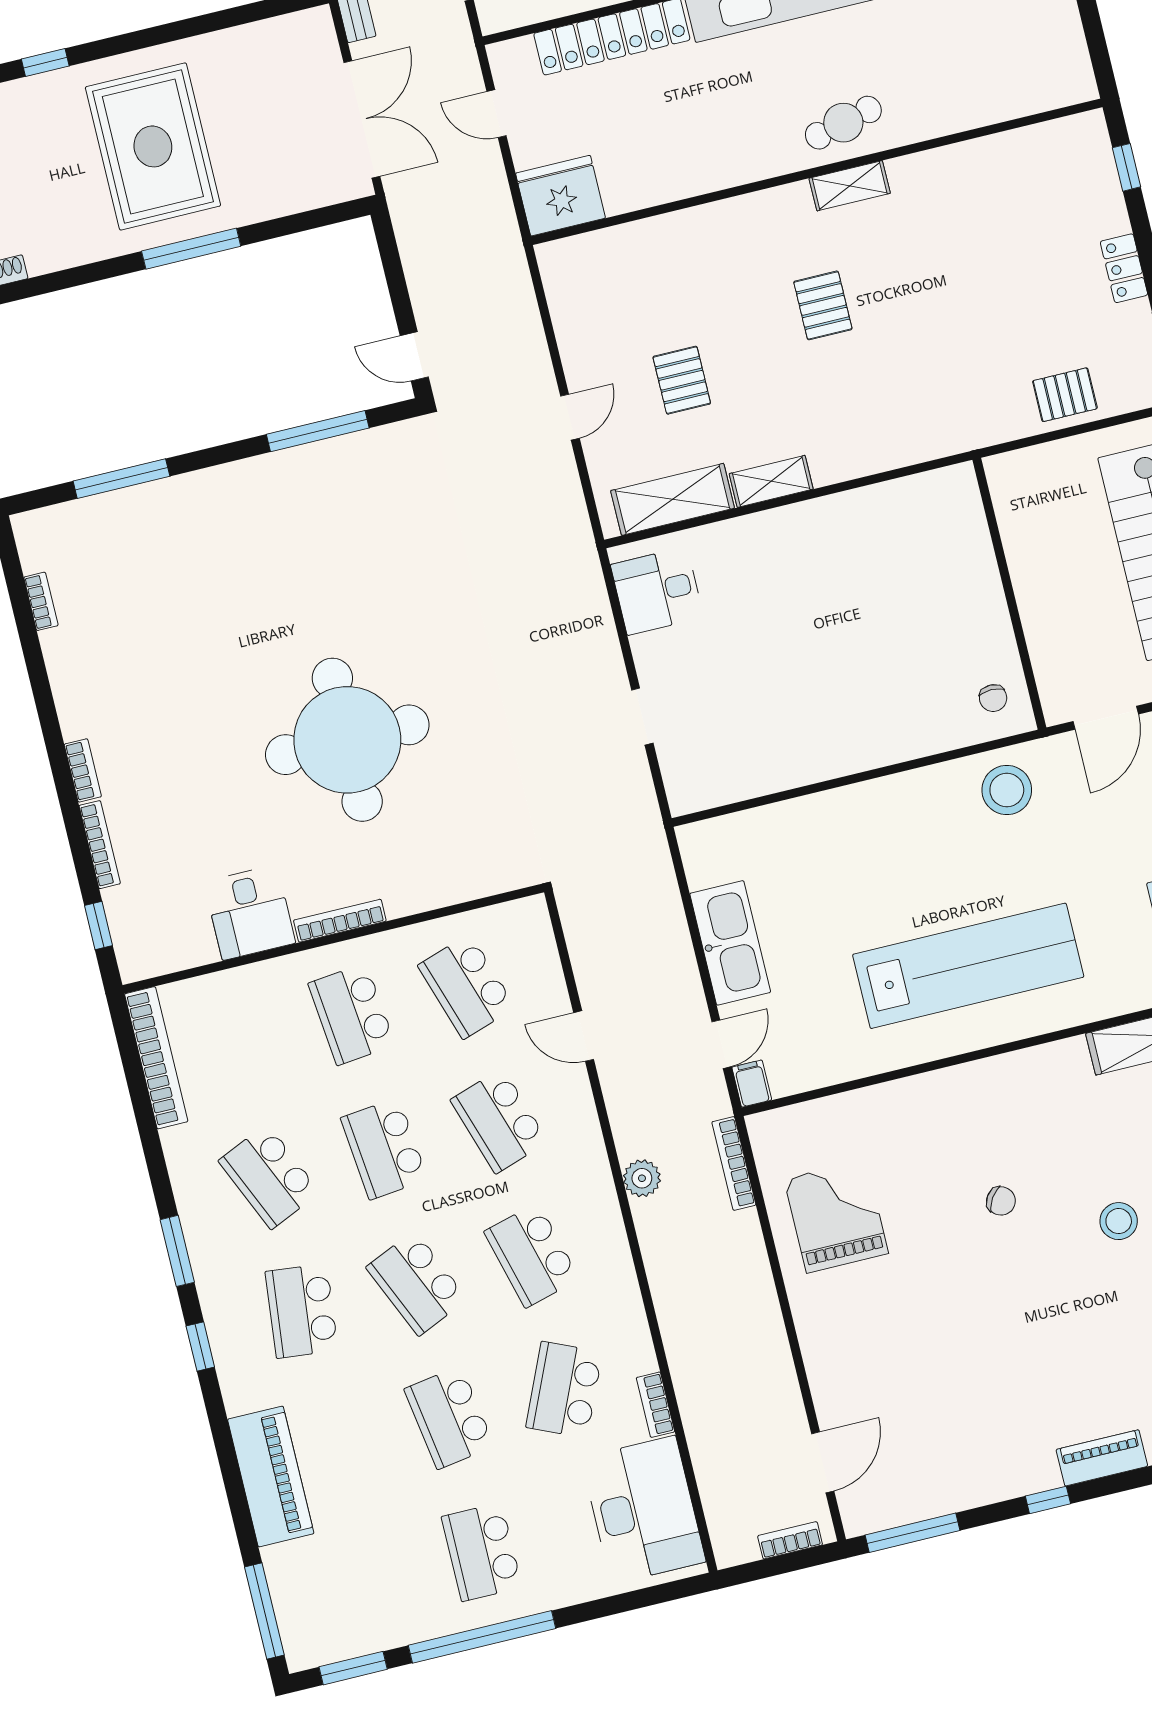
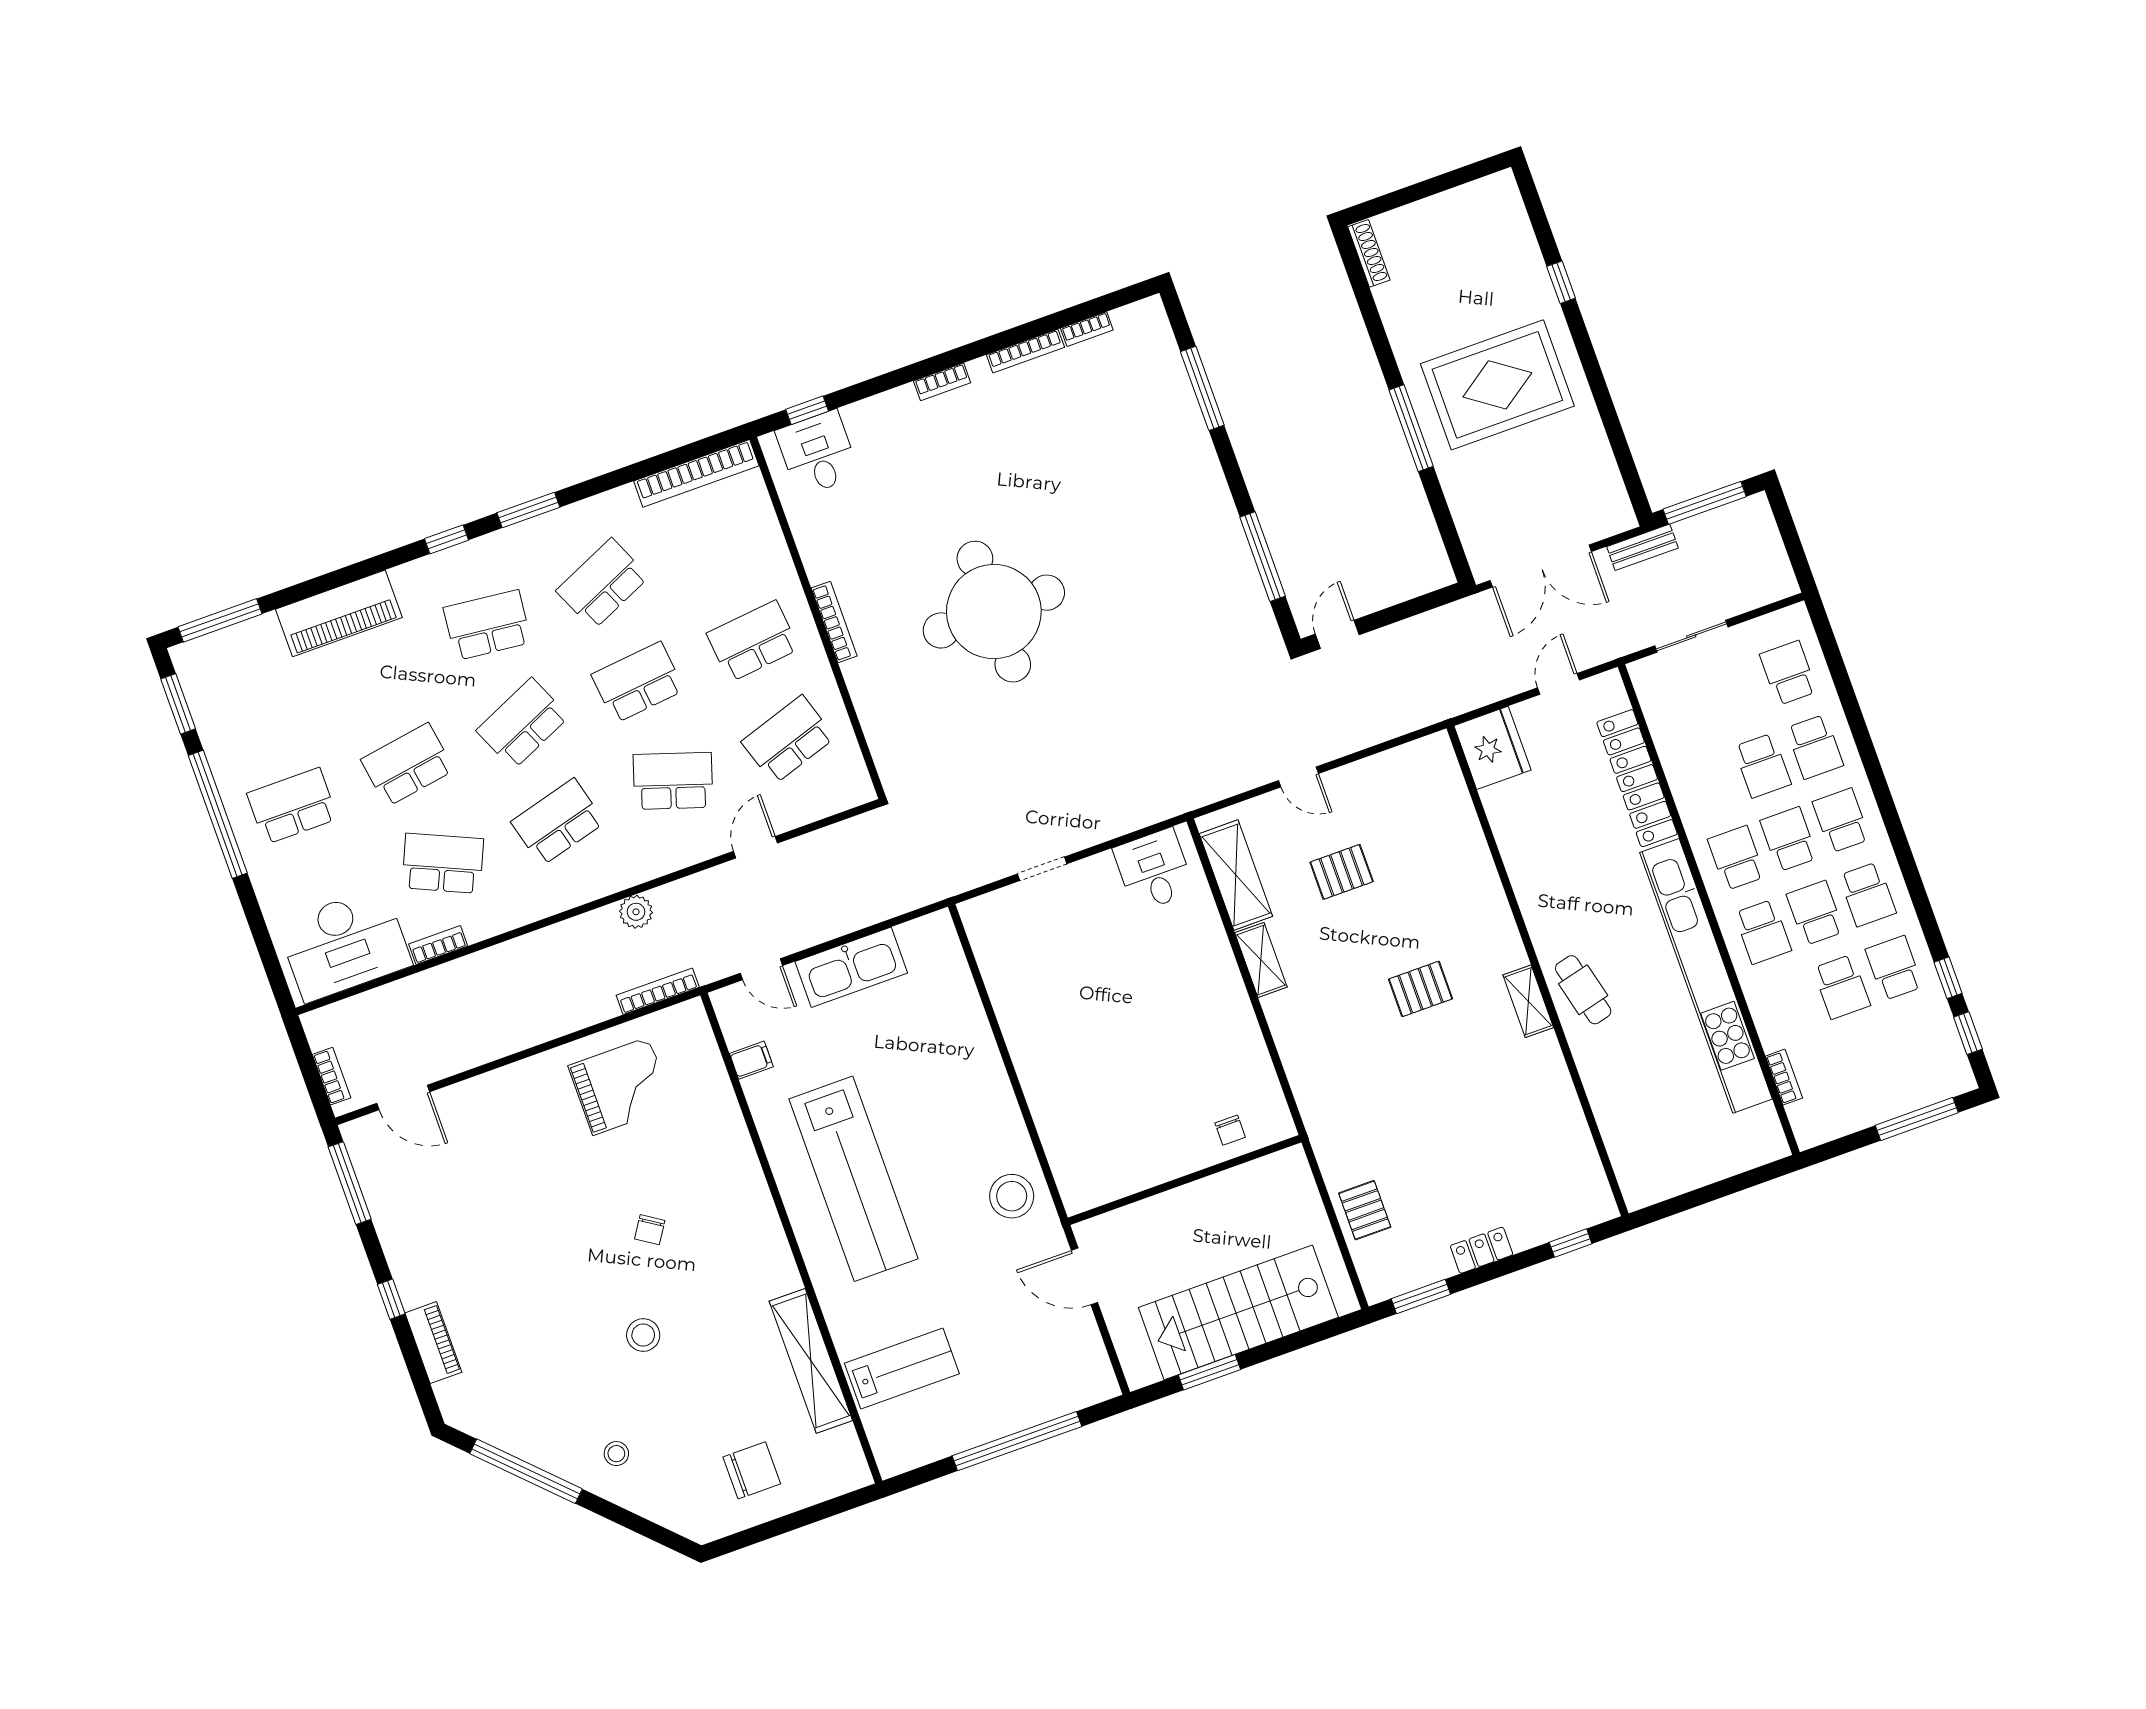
chair: (993, 698) -> (1230, 1130), moved, turned -90
bookcase: (100, 845) -> (1025, 351), moved
desk: (250, 913) -> (818, 453), moved, turned 90
filing cabinet: (752, 1084) -> (751, 1060), moved
school desk: (499, 1121) -> (673, 781), turned 36

